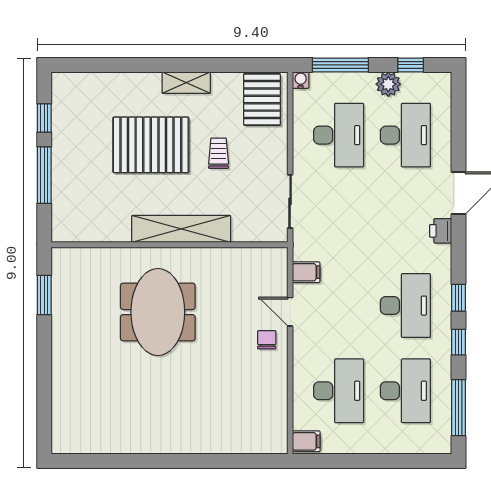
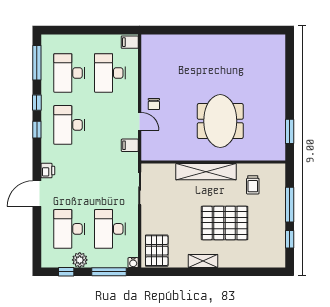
trolley: (219, 153) -> (253, 185), moved

